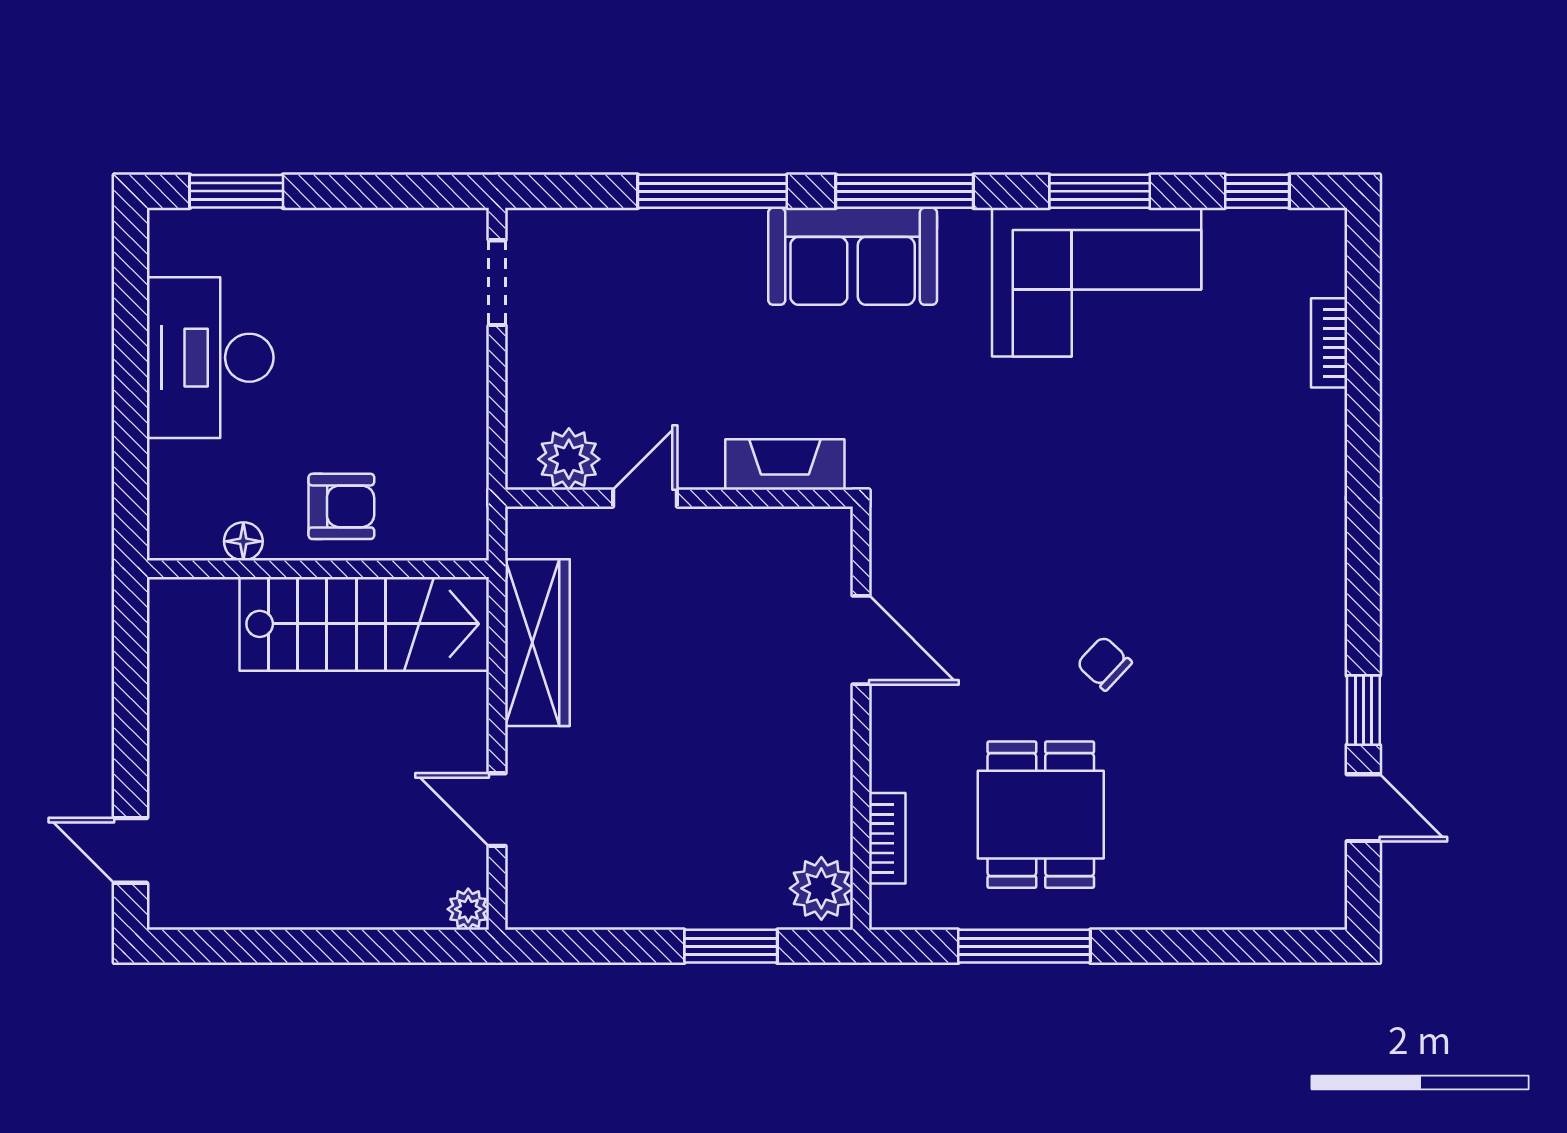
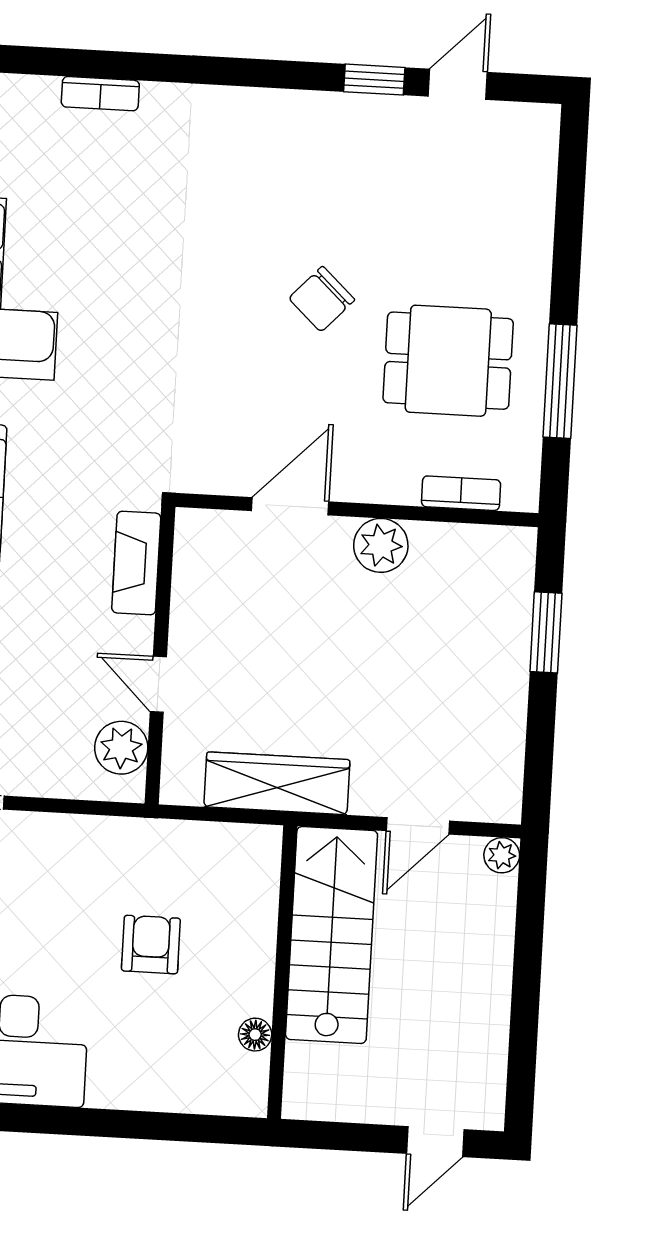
bookcase: (1329, 343) -> (100, 94), moved
floor lamp: (243, 541) -> (255, 1035), moved
wall: (318, 569) -> (282, 972), moved
stairs: (364, 624) -> (332, 935), moved
chair: (1104, 663) -> (322, 299), width x1.37, depth x1.37
plant: (821, 888) -> (381, 545), moved

